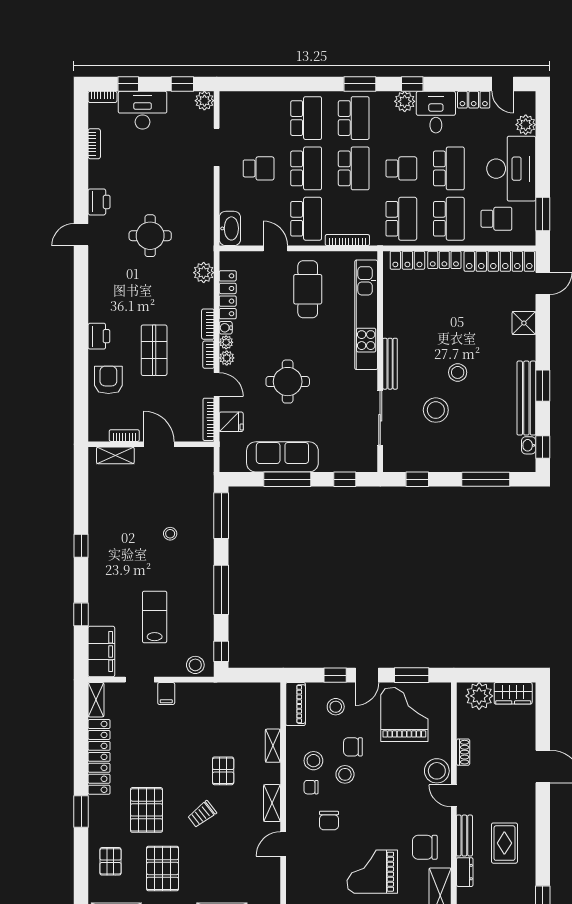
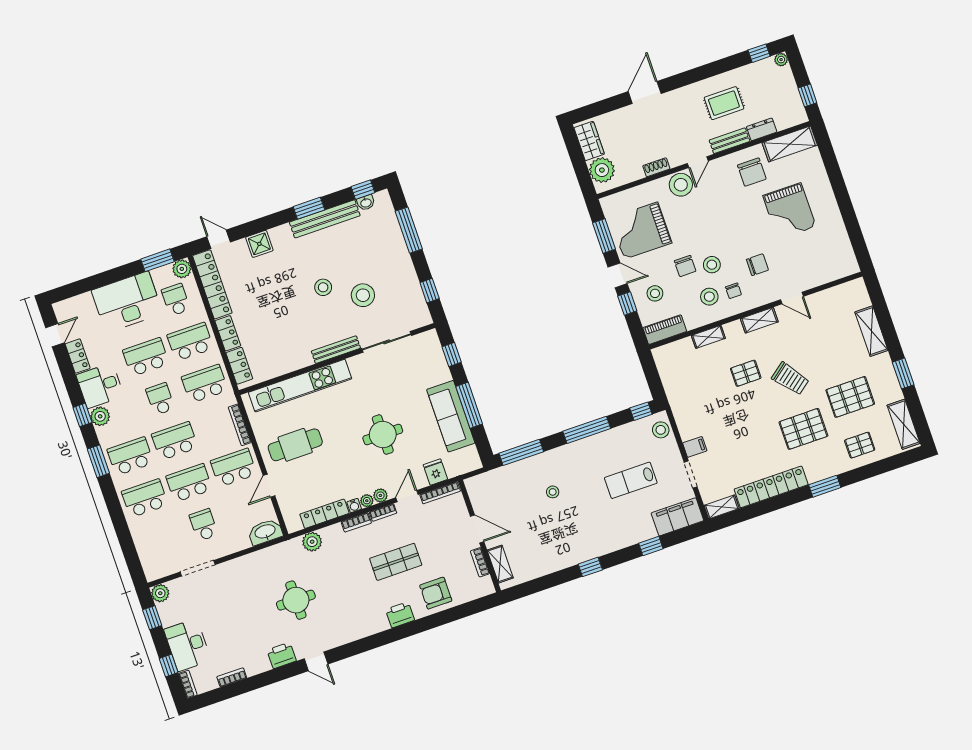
plant: (526, 125) -> (182, 269), moved
door: (159, 444) -> (477, 529), swing flipped
trolley: (202, 814) -> (790, 379), width x1.36, depth x1.39

